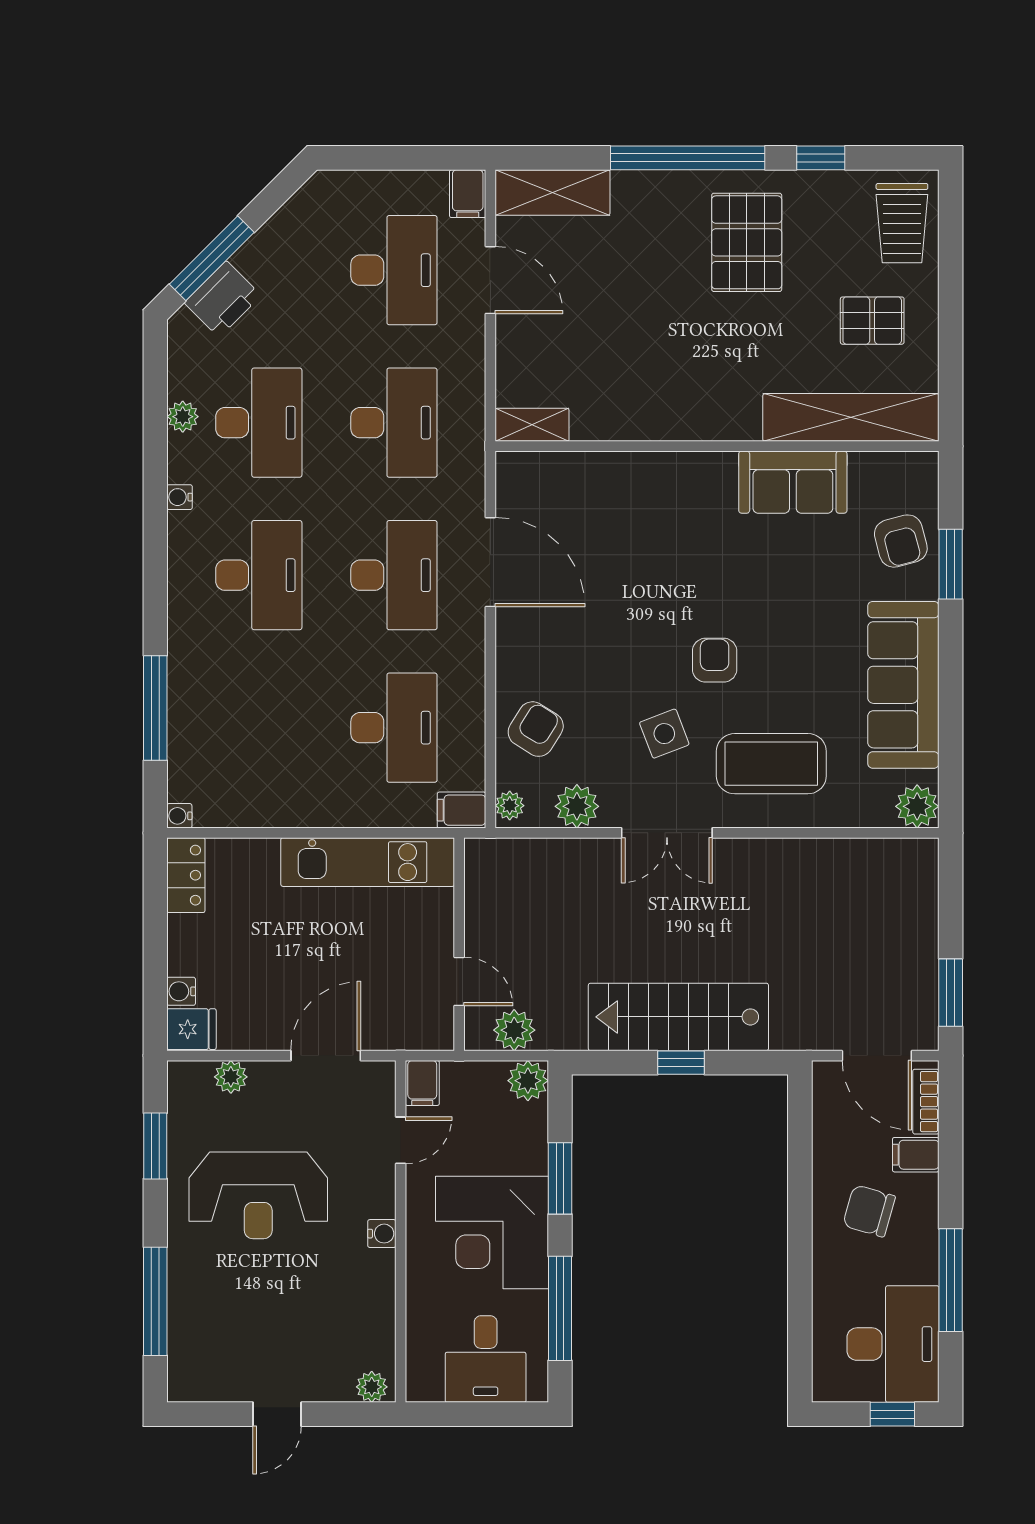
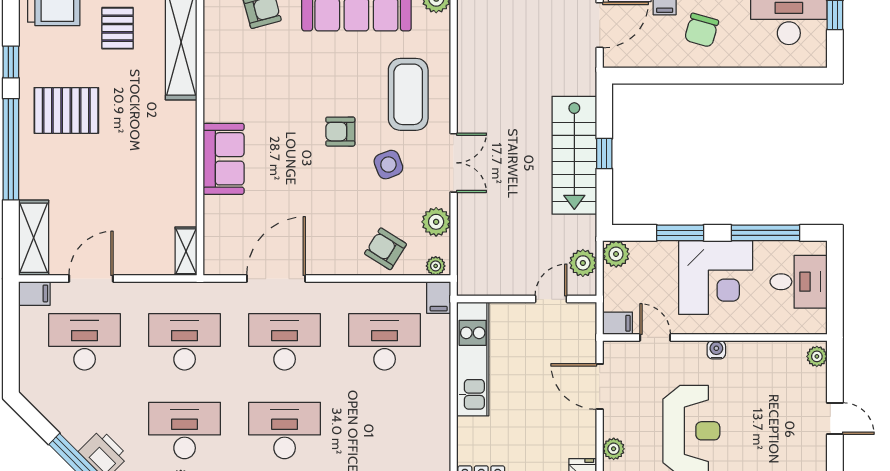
sofa: (793, 482) -> (224, 159), moved

